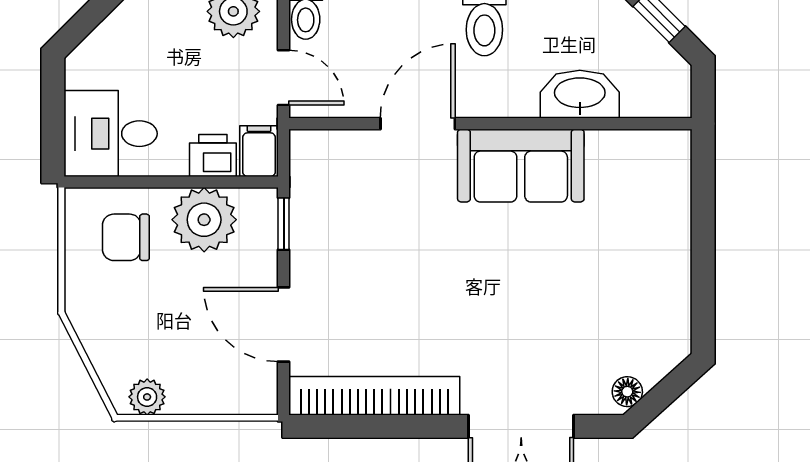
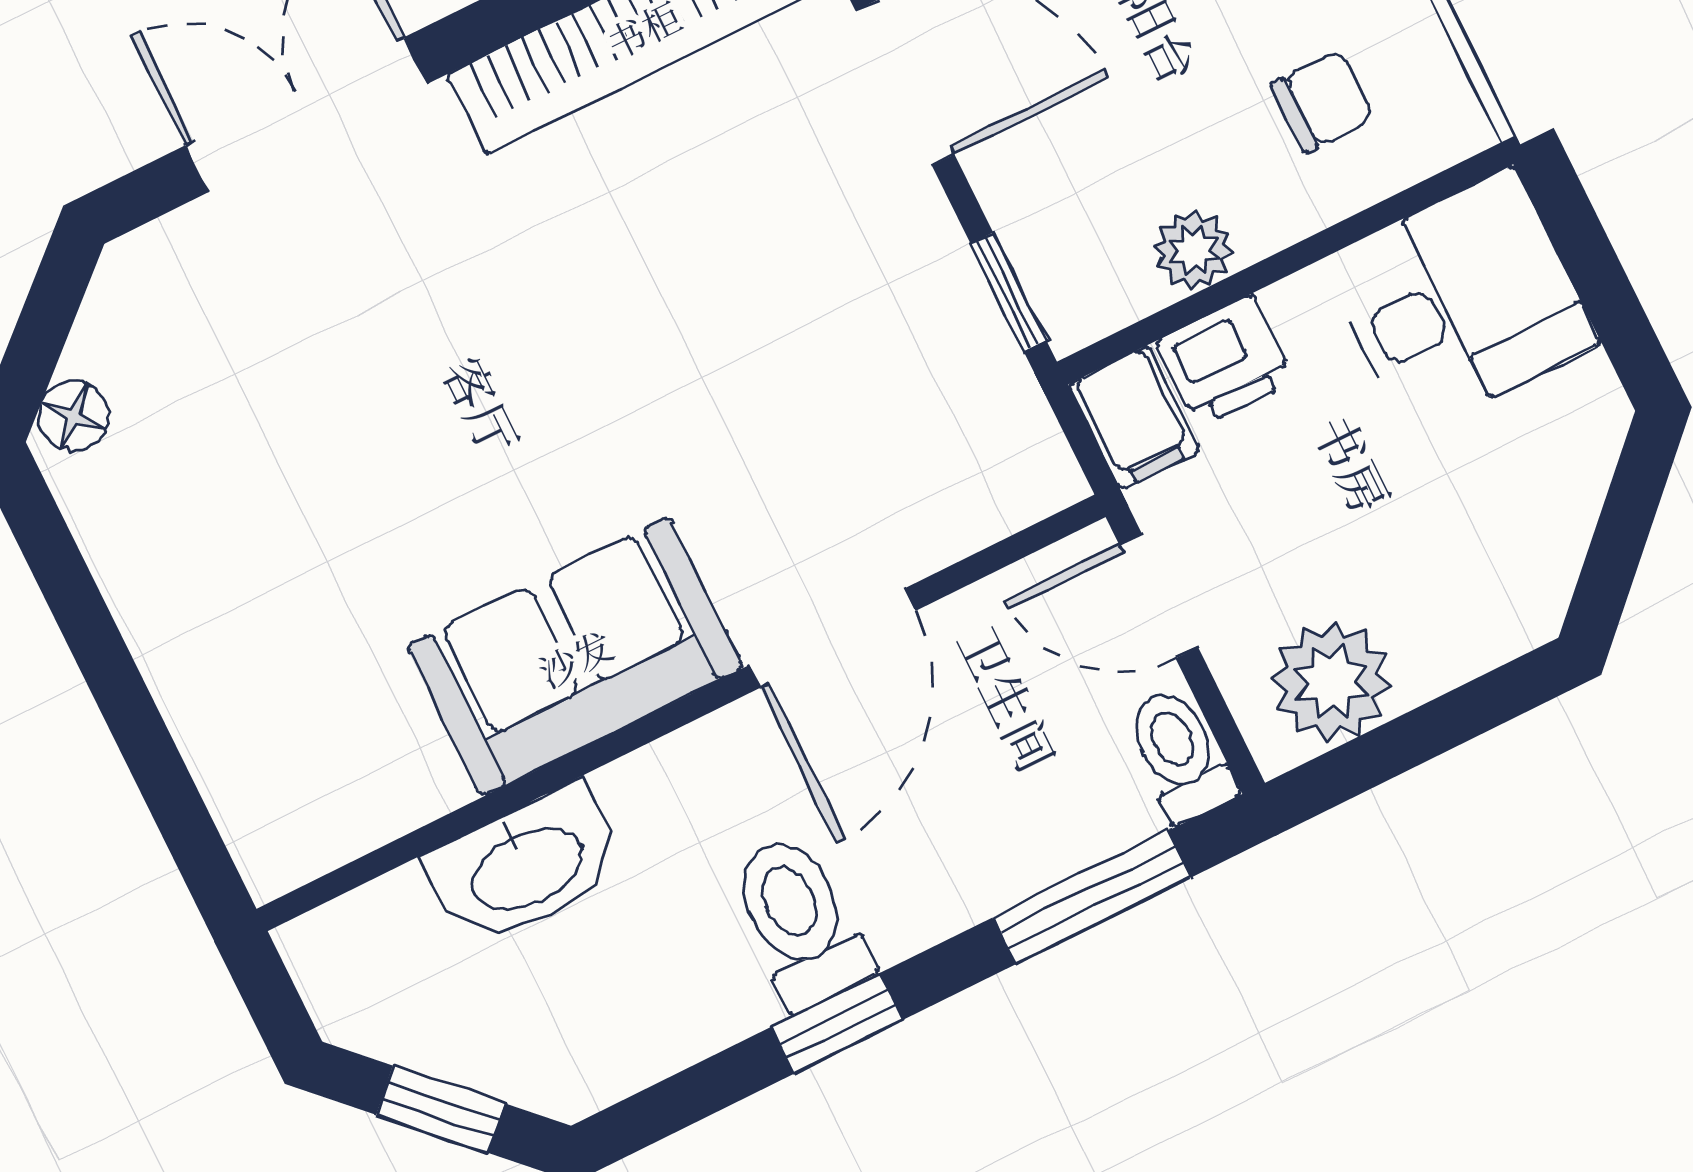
plant: (204, 220) -> (1193, 250), width x0.53, depth x0.53
chair: (126, 237) -> (1323, 102), width x0.73, depth x0.73
floor lamp: (627, 392) -> (73, 416), moved

